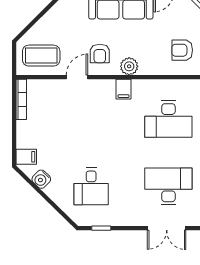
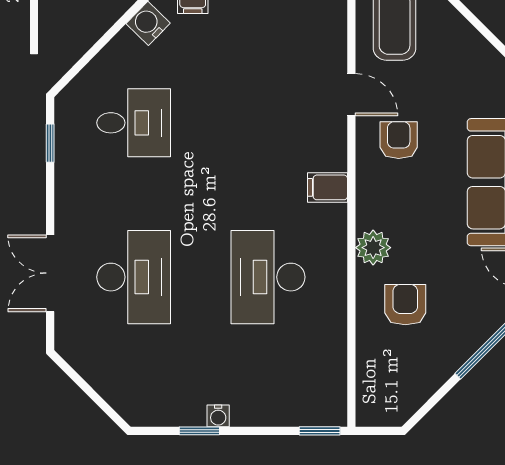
armchair: (100, 53) -> (399, 140), turned 90
plant: (129, 66) -> (373, 248), moved
desk: (91, 186) -> (134, 123), turned 180

